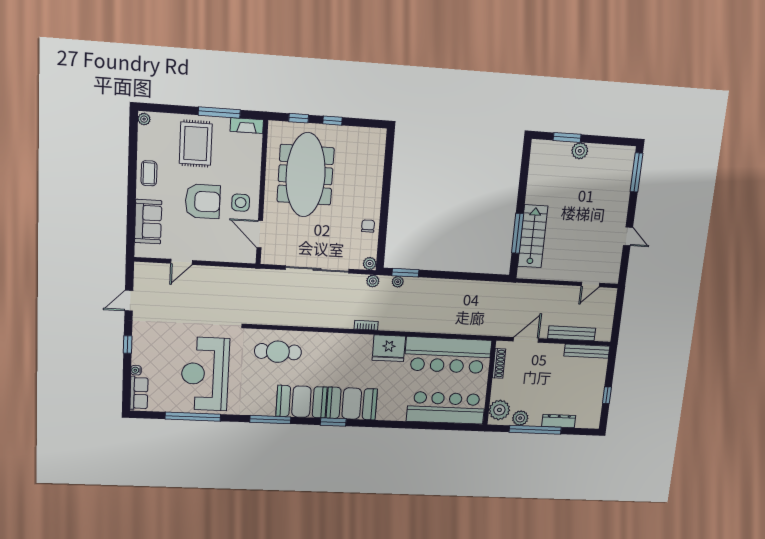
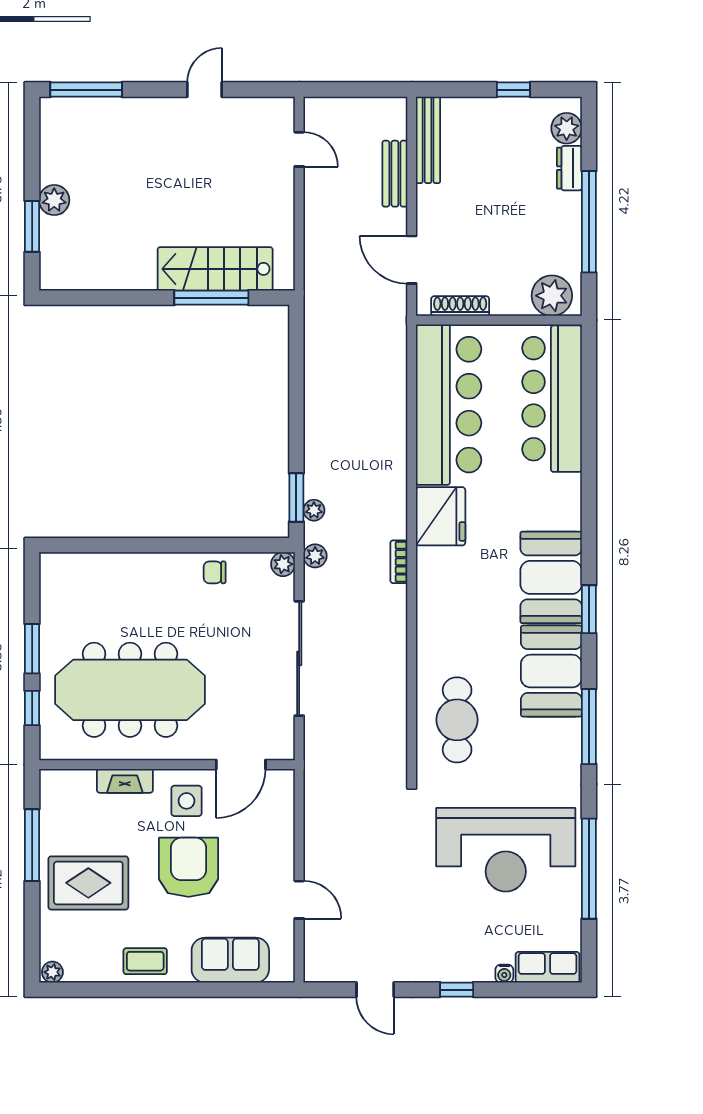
window: (333, 121) -> (32, 649), width x1.50
fireplace: (247, 126) -> (125, 781), moved, turned 90
bench: (572, 333) -> (395, 174), width x0.73
plant: (520, 418) -> (567, 128), moved
dresser: (559, 421) -> (569, 168), width x0.70

